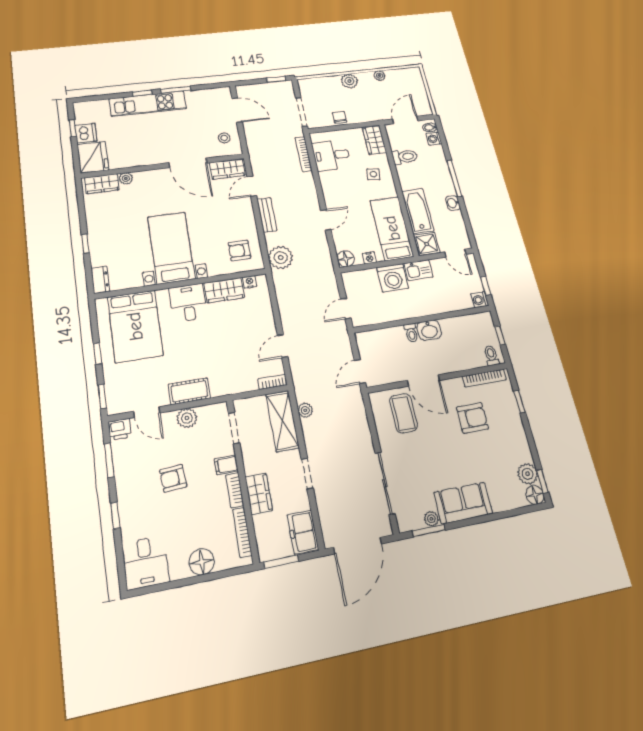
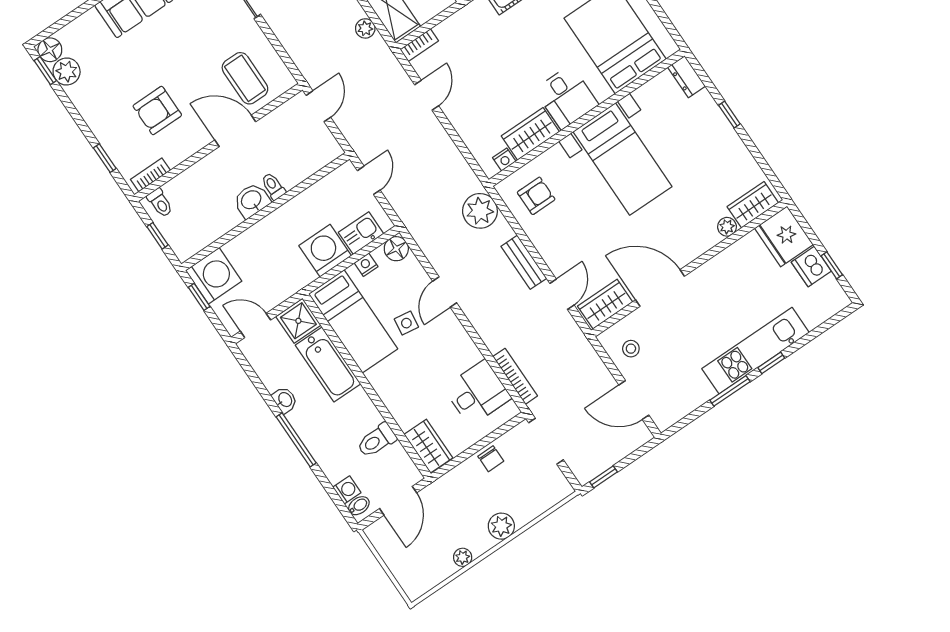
side table: (373, 174) -> (406, 323), moved
kitchen sink: (418, 270) -> (361, 233), moved
washing machine: (480, 300) -> (214, 276), width x1.89, depth x1.89
bookcase: (484, 378) -> (150, 175), width x0.64

